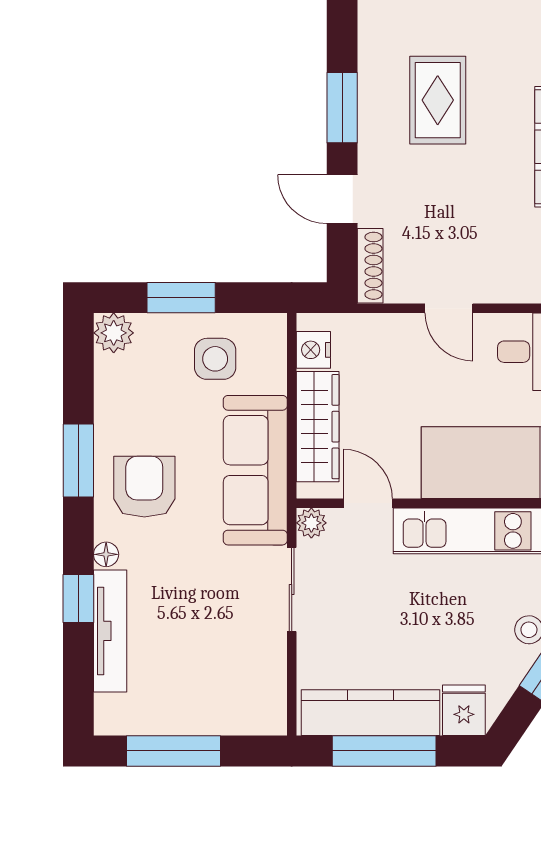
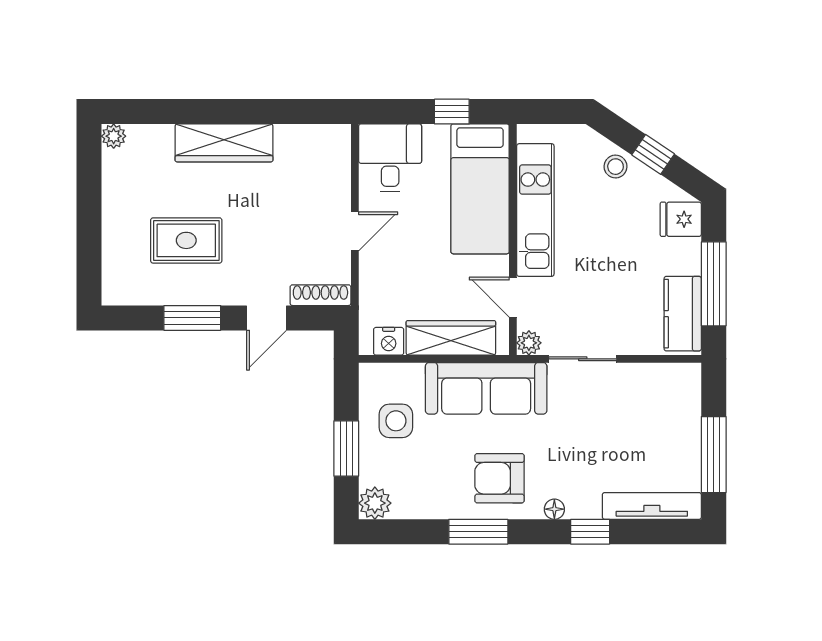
door: (368, 503) -> (513, 297), hinge flipped
tv unit: (110, 631) -> (652, 506), moved
kitchen counter: (370, 713) -> (683, 314), width x0.67

